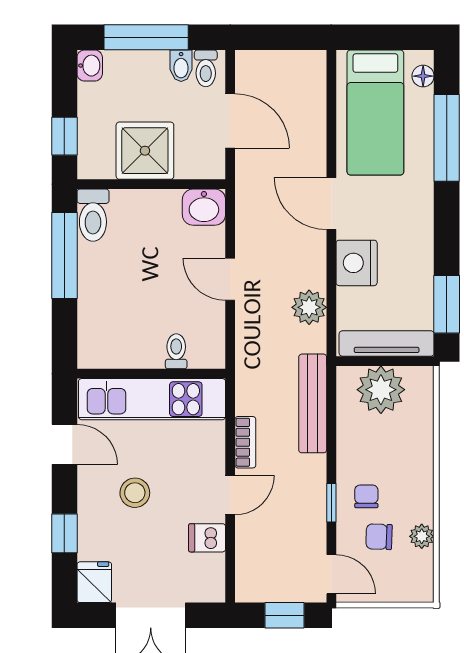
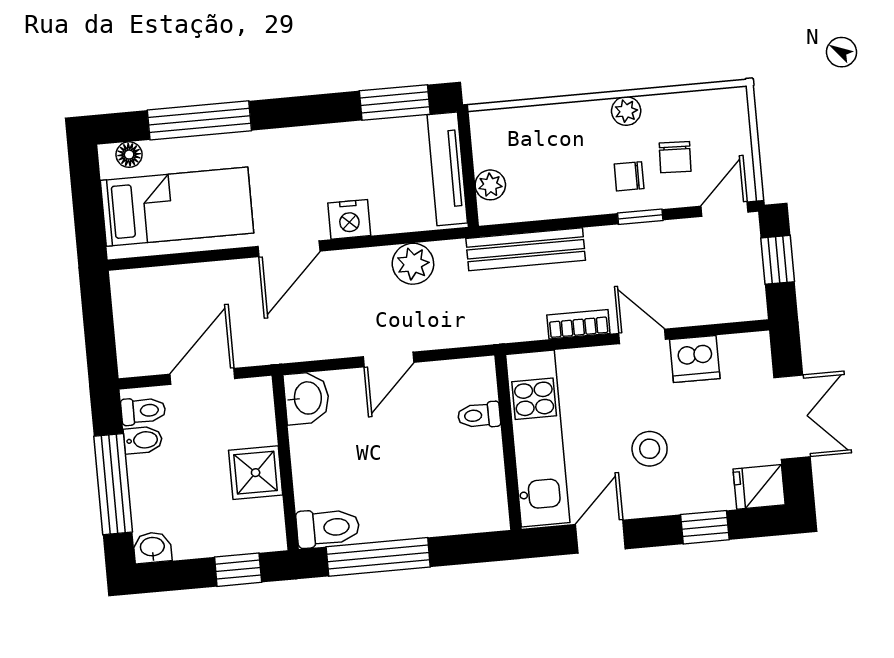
shower: (145, 151) -> (256, 473), width x0.73, depth x0.73
nightstand: (357, 263) -> (349, 219), width x0.74, depth x0.75
plant: (381, 390) -> (490, 185), width x0.53, depth x0.53
plant: (422, 536) -> (626, 111), moved
dishwasher: (207, 538) -> (695, 359), width x1.38

